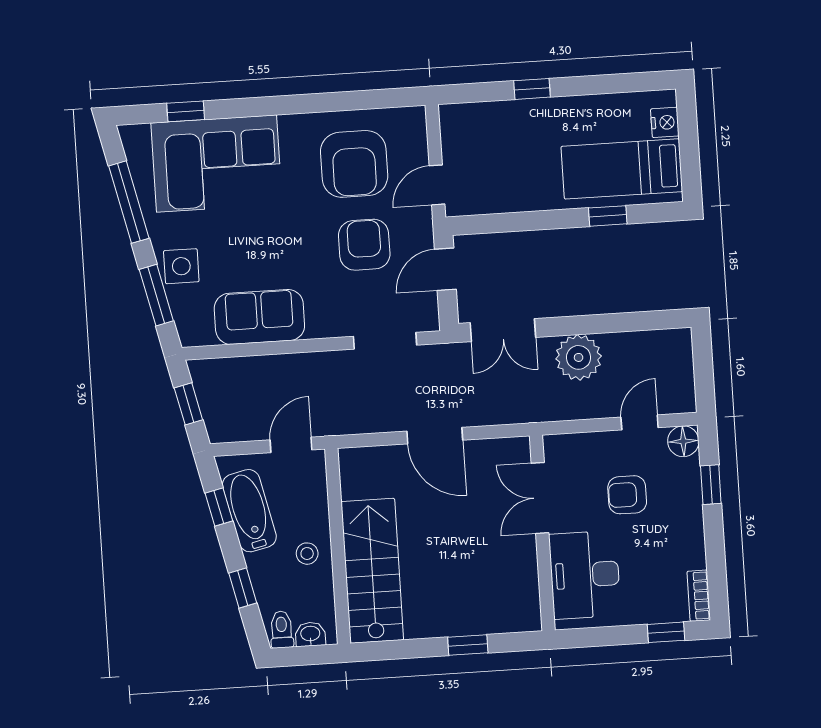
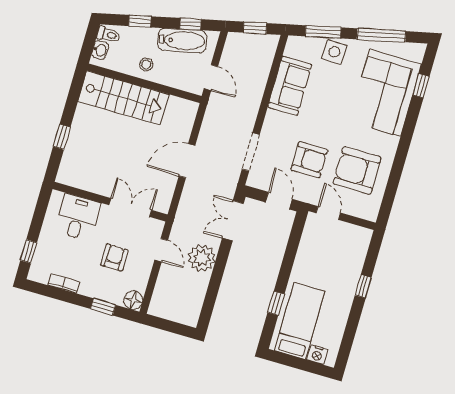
door: (640, 422) -> (161, 250), moved
desk: (585, 575) -> (78, 217), width x0.73
bookcase: (699, 596) -> (64, 283), moved

